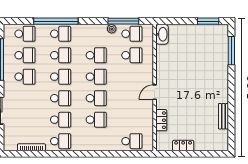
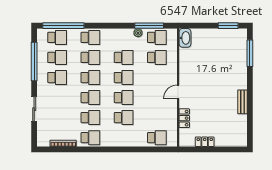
window: (56, 21) -> (63, 26), moved
bench: (224, 116) -> (242, 102), moved

